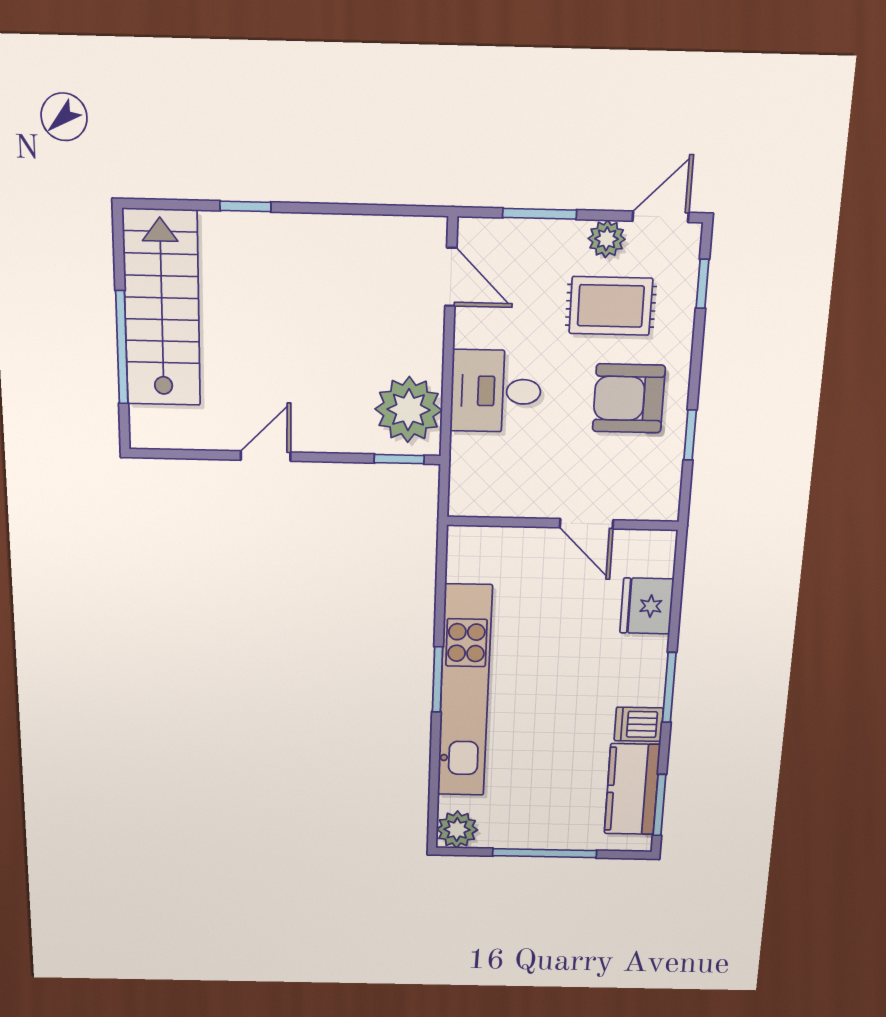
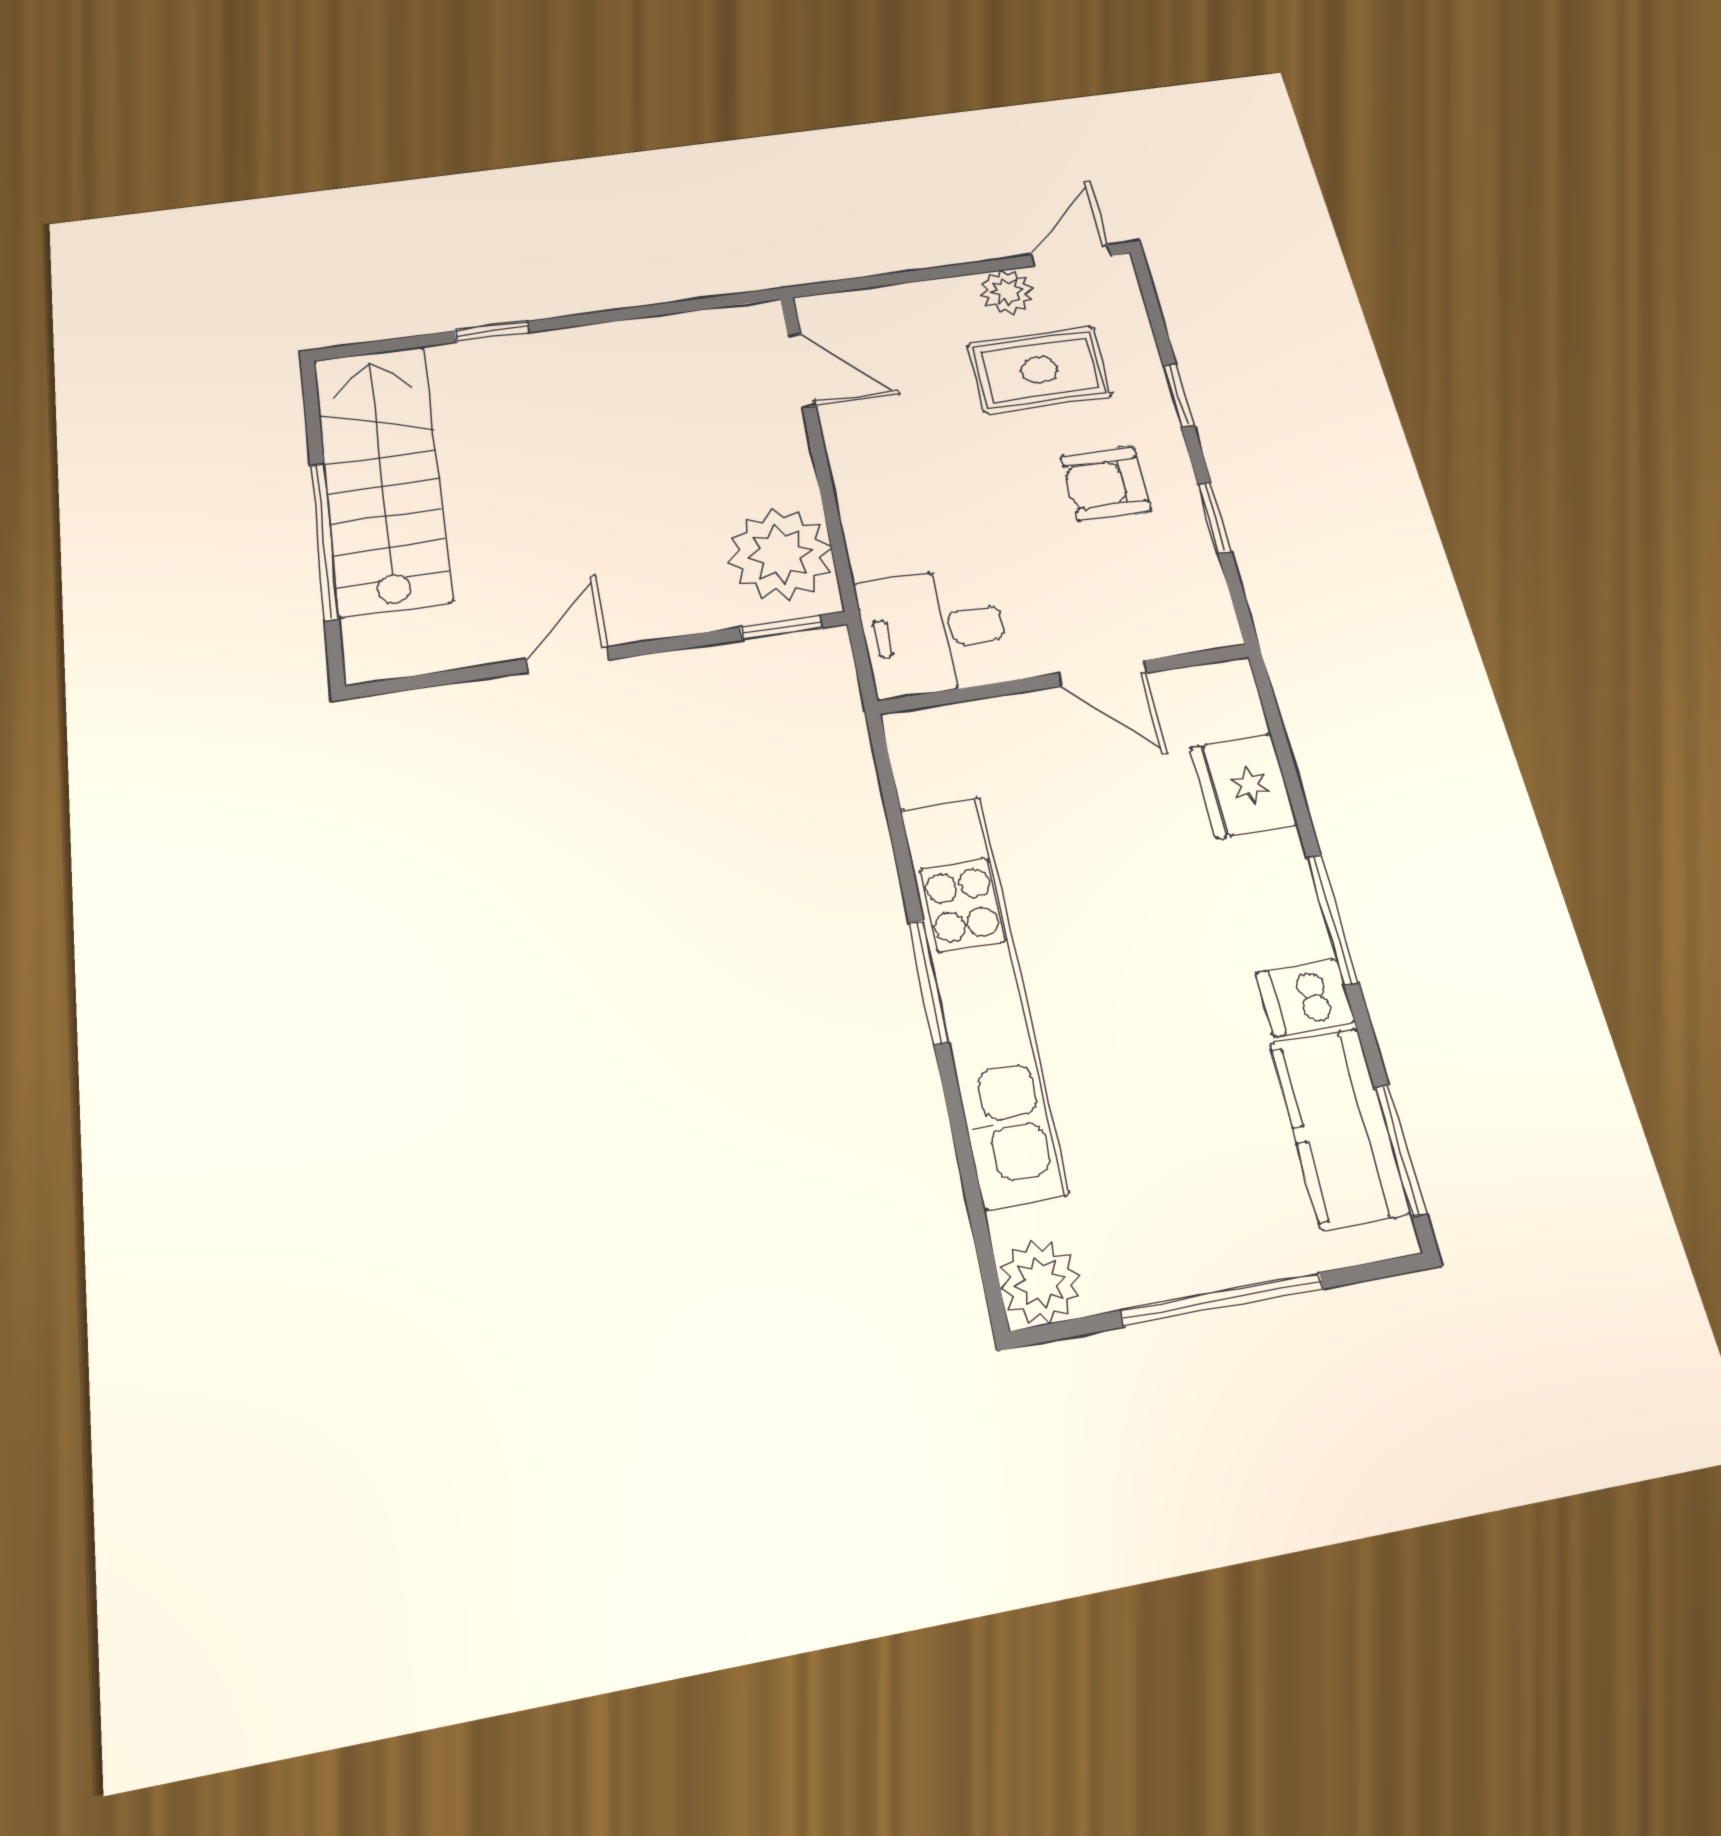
window: (540, 214) -> (906, 277), removed
window: (702, 284) -> (1179, 395), moved
desk: (496, 391) -> (934, 631), moved
armchair: (629, 398) -> (1106, 484), width x0.72, depth x0.72

